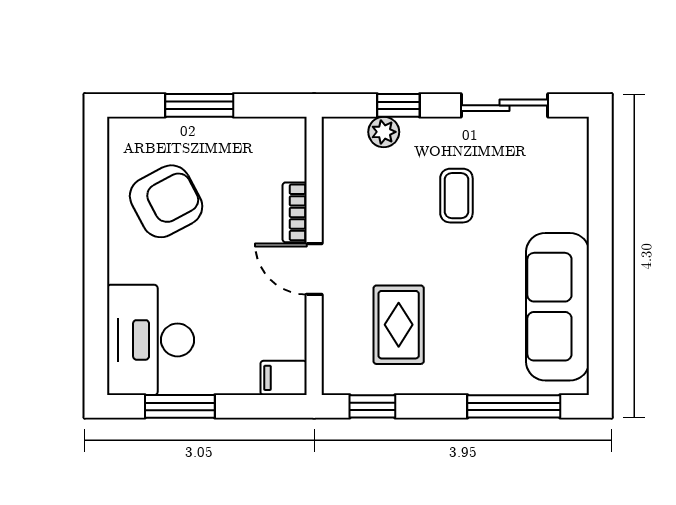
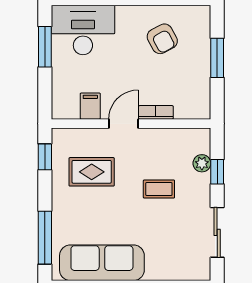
coffee table: (456, 196) -> (159, 189), moved
armchair: (166, 201) -> (162, 39), width x0.72, depth x0.72
filing cabinet: (284, 378) -> (90, 106), moved

